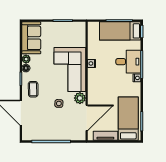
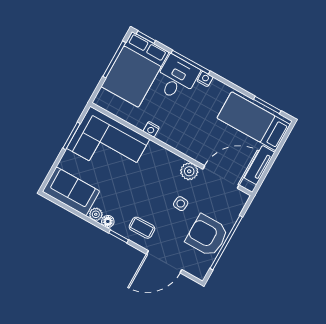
bed: (120, 31) -> (135, 69), width x1.50
corner sofa: (70, 70) -> (108, 144), moved
door: (87, 118) -> (221, 177), hinge flipped
armchair: (49, 128) -> (207, 235), added

